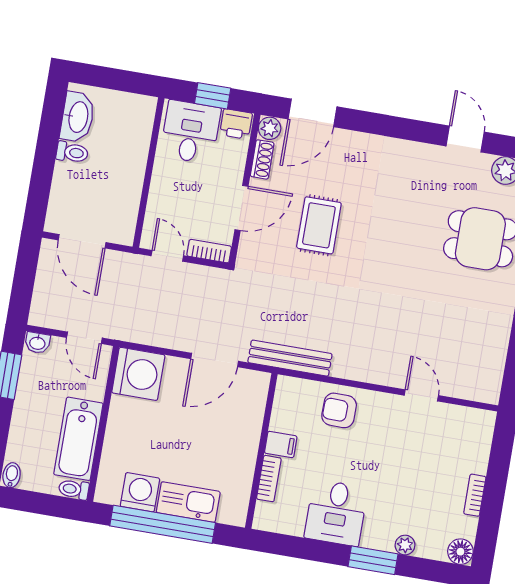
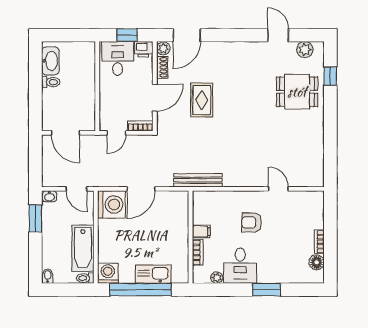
door: (167, 256) -> (116, 133), swing flipped
door: (215, 360) -> (141, 189), moved
armchair: (339, 410) -> (251, 222), moved
washing machine: (140, 492) -> (108, 273), moved
plant: (405, 545) -> (217, 278), moved
floor lamp: (460, 552) -> (317, 262), moved

